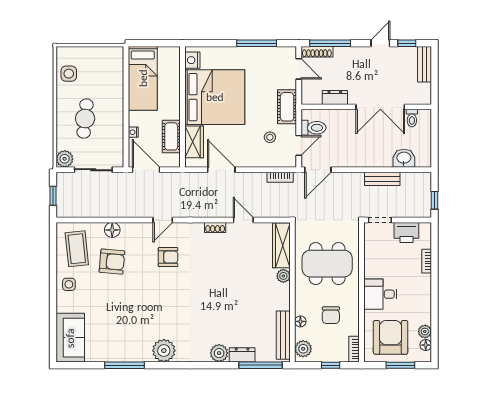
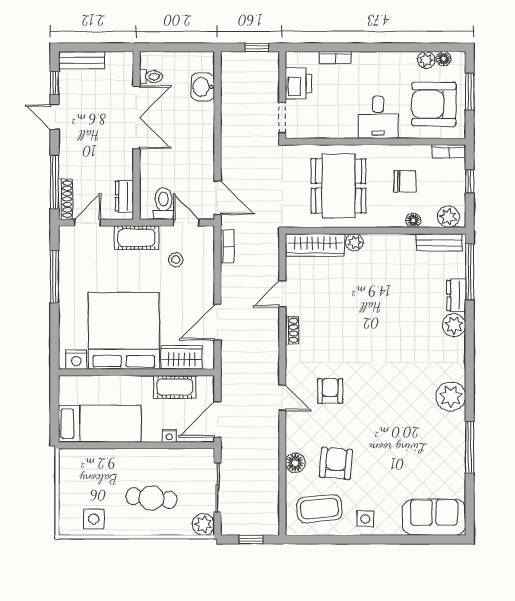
dresser: (335, 97) -> (124, 196), moved
bench: (382, 179) -> (229, 115), removed
bench: (283, 335) -> (439, 242), width x0.73

